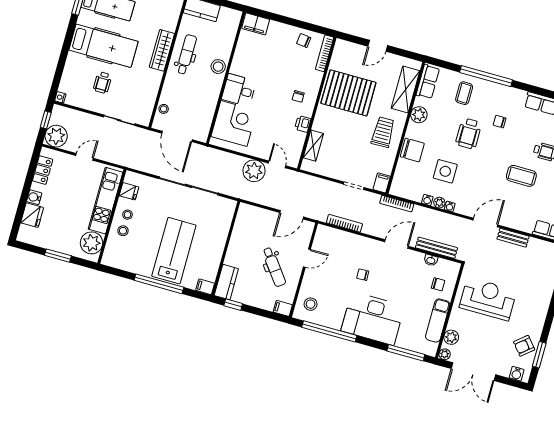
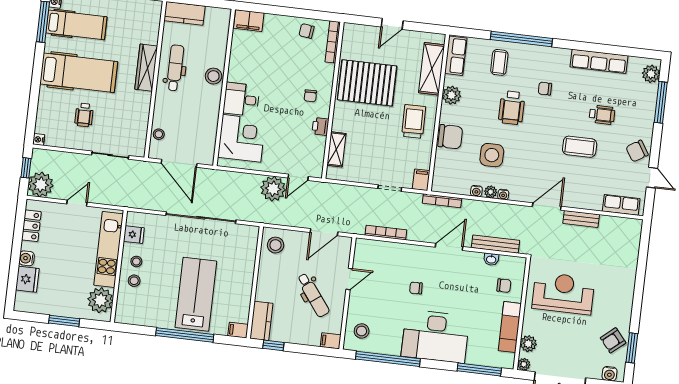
door: (277, 164) -> (298, 177), swing flipped
stool: (249, 219) -> (276, 245), added

